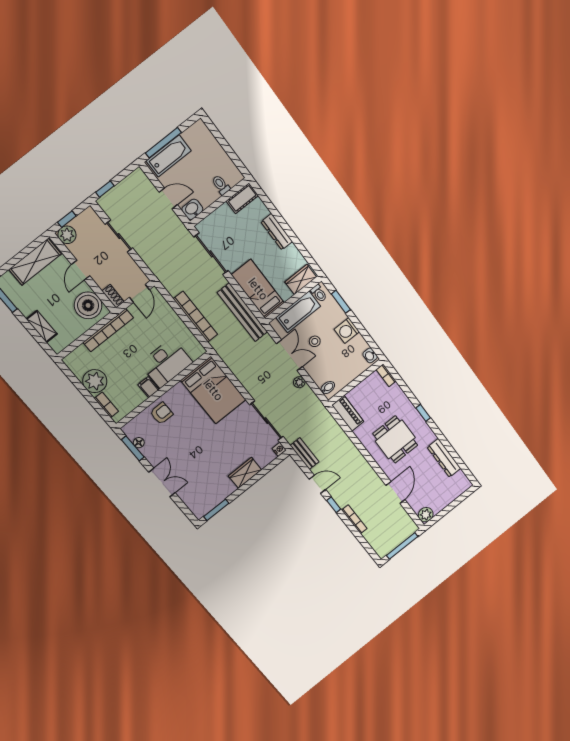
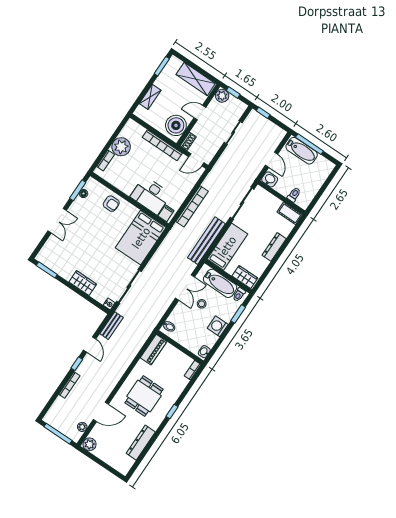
plant: (299, 382) -> (82, 427), moved
filing cabinet: (148, 387) -> (166, 213), moved

